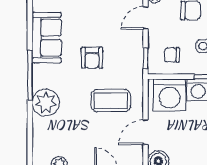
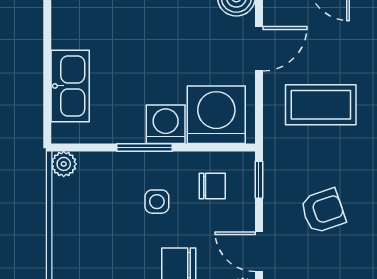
door: (146, 18) -> (259, 252), swing flipped
armchair: (92, 58) -> (323, 211), moved, turned 71

